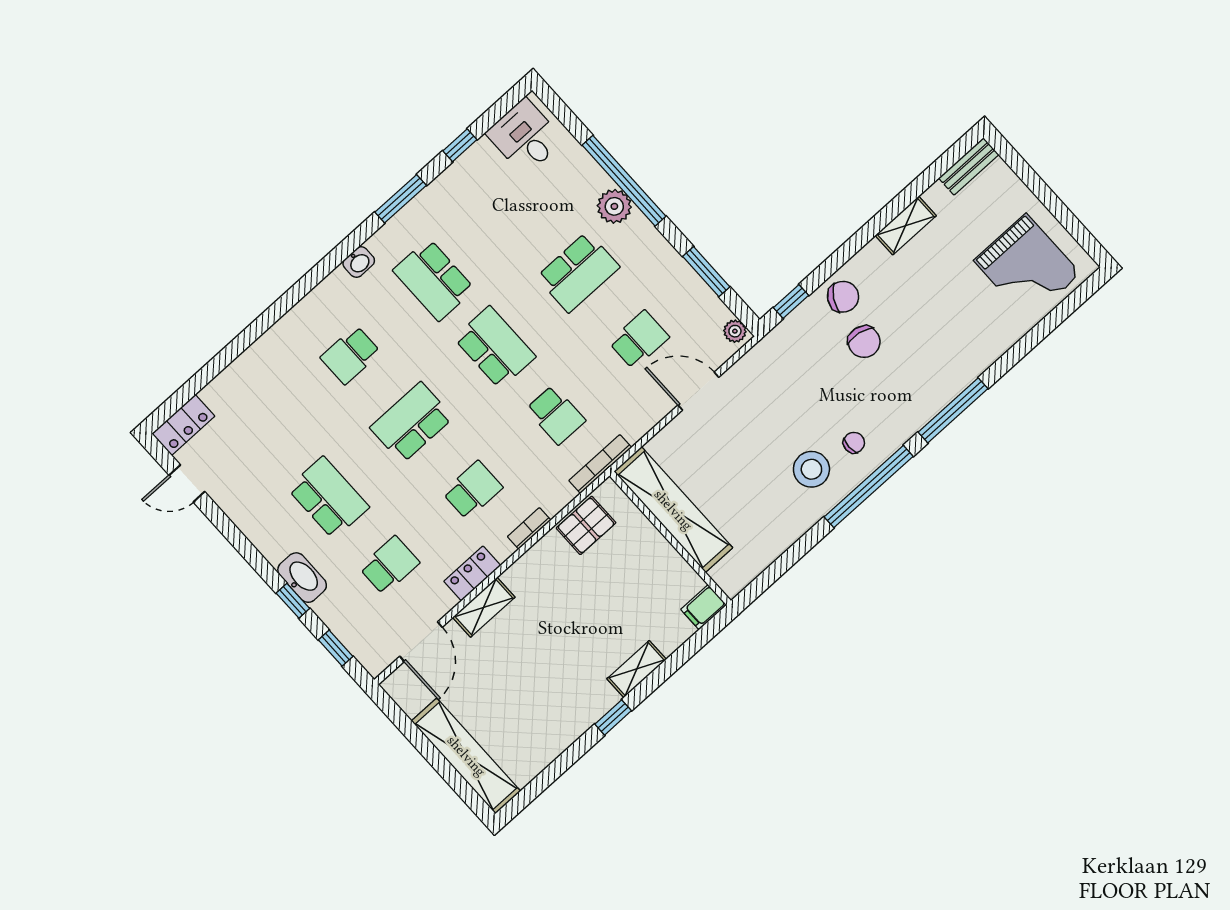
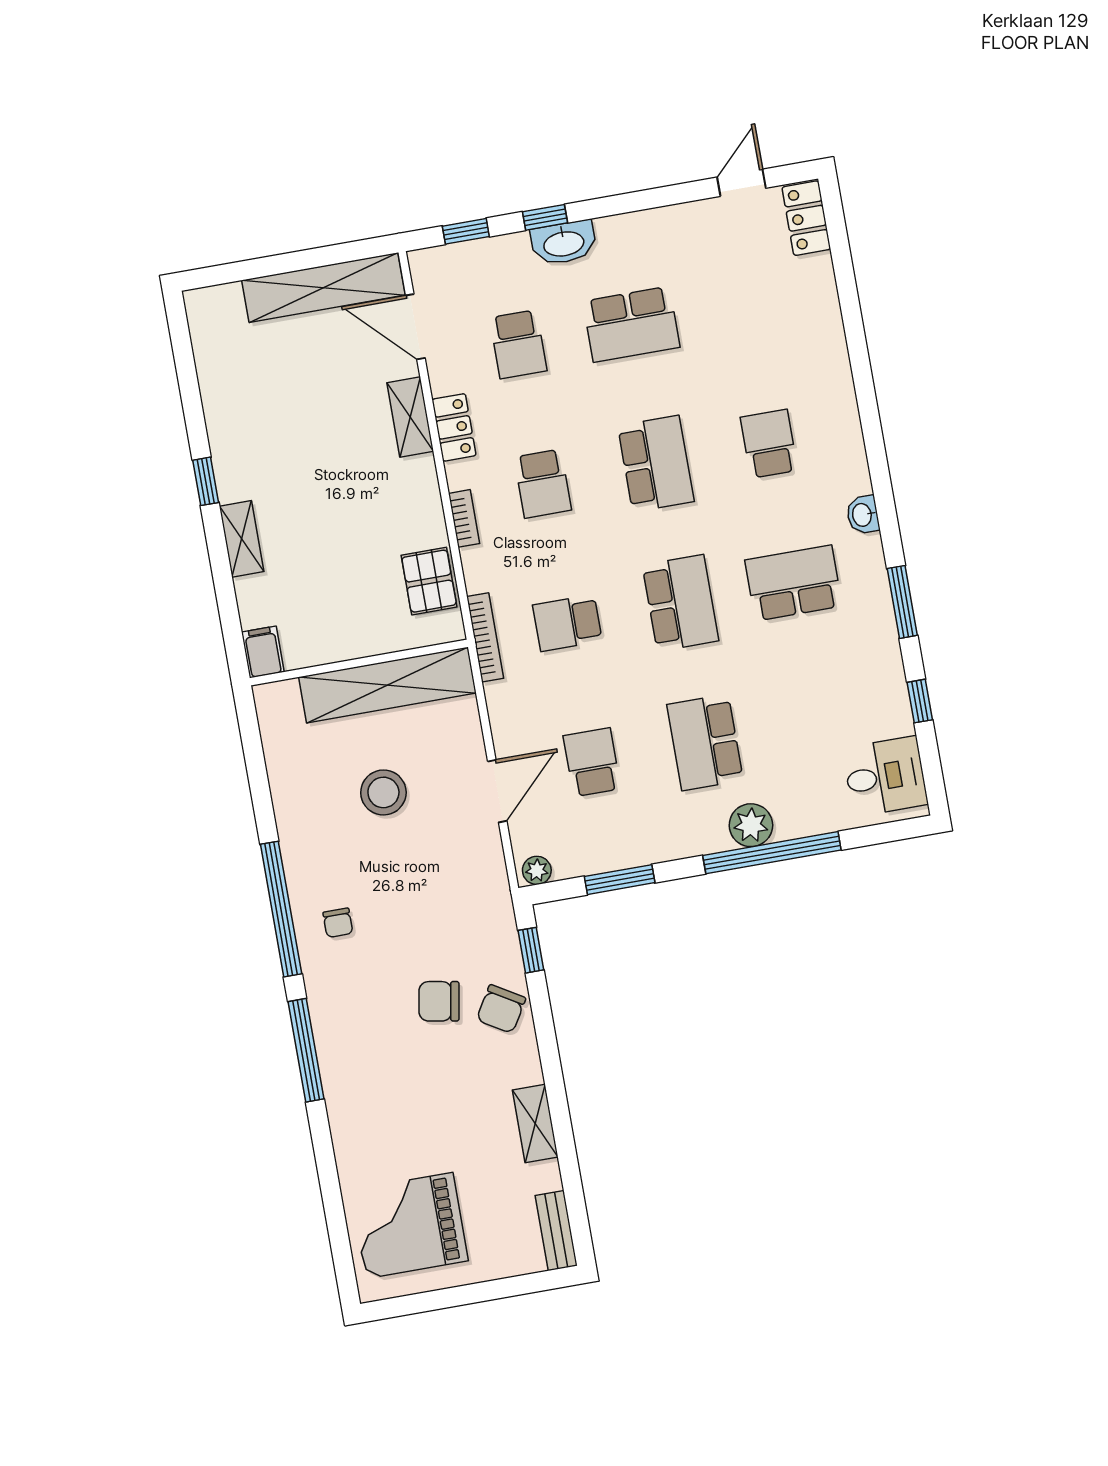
school desk: (639, 340) -> (592, 762), turned 180
school desk: (495, 347) -> (680, 603), turned -90
stool: (811, 469) -> (383, 792), moved
shelving: (466, 756) -> (323, 288), moved

